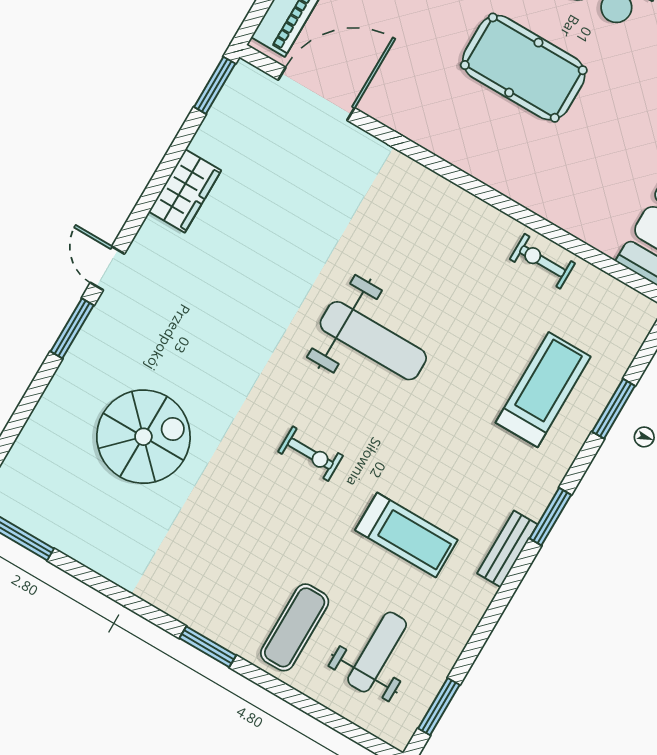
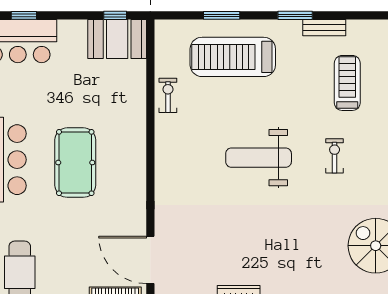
exercise bike: (542, 261) -> (168, 95), turned 180
weight bench: (373, 341) -> (259, 158), turned -90
treadmill: (543, 390) -> (233, 57), width x1.37, depth x1.37

